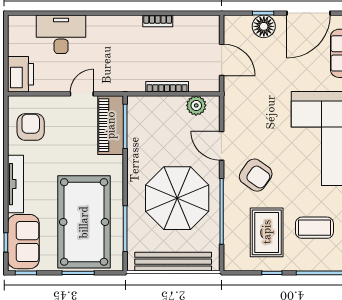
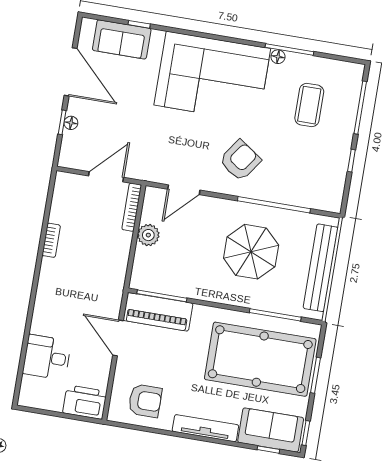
floor lamp: (264, 26) -> (71, 123), width x0.53, depth x0.53
desk: (61, 34) -> (47, 357), width x0.73
bookcase: (167, 87) -> (132, 207), moved
door: (82, 94) -> (118, 338), width x1.38
plant: (196, 105) -> (148, 235), moved
armchair: (31, 127) -> (145, 401), turned 180
door: (222, 146) -> (184, 190), moved
parasol: (177, 198) -> (251, 252), width x0.73, depth x0.73
rug: (267, 232) -> (306, 159), removed

